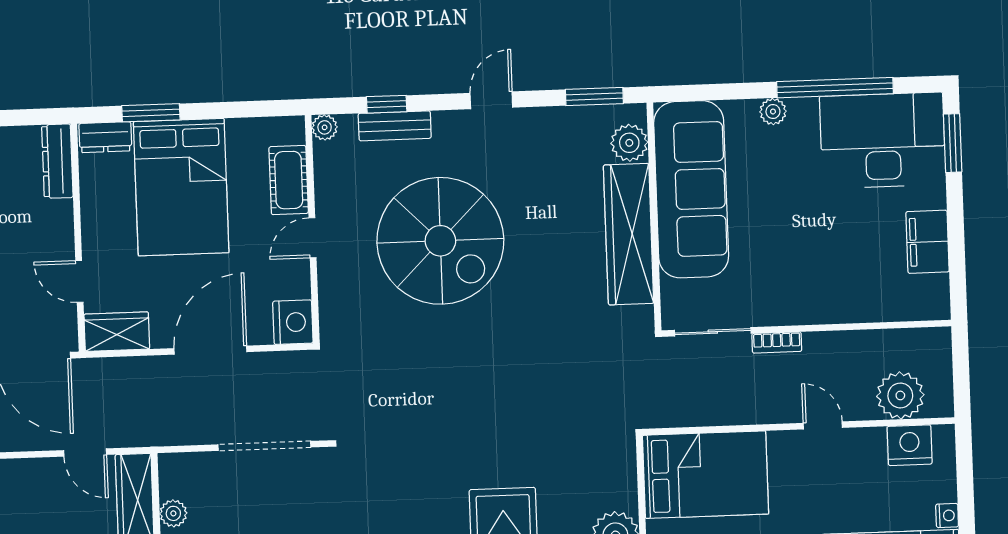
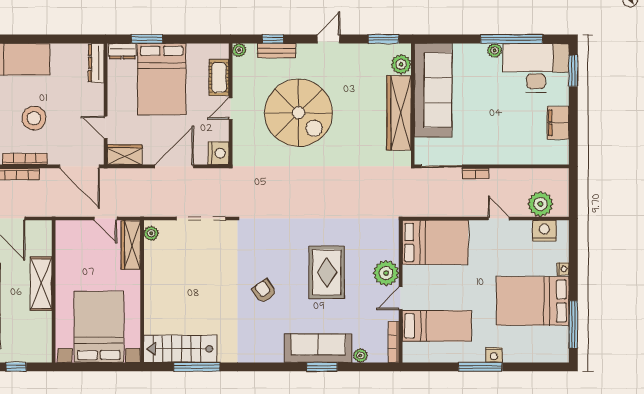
plant: (773, 111) -> (495, 50), moved
plant: (173, 513) -> (151, 233), moved

